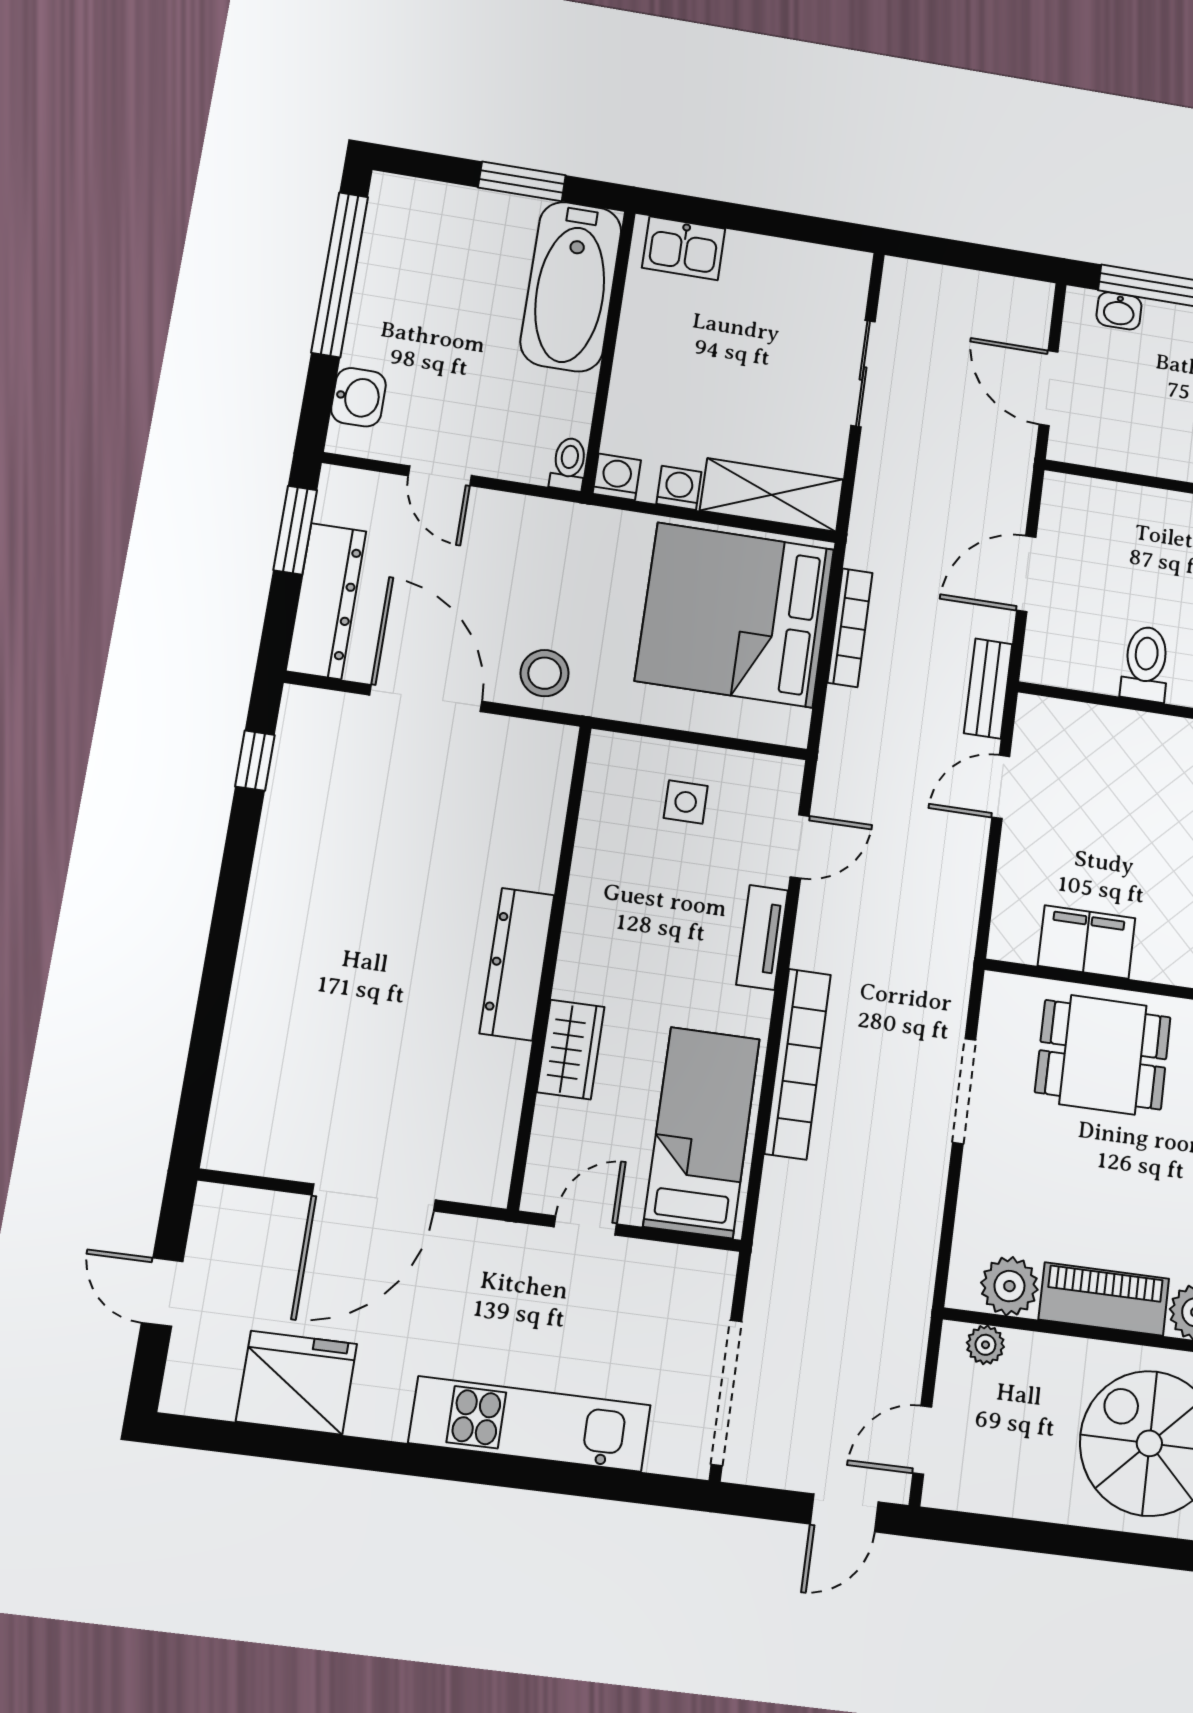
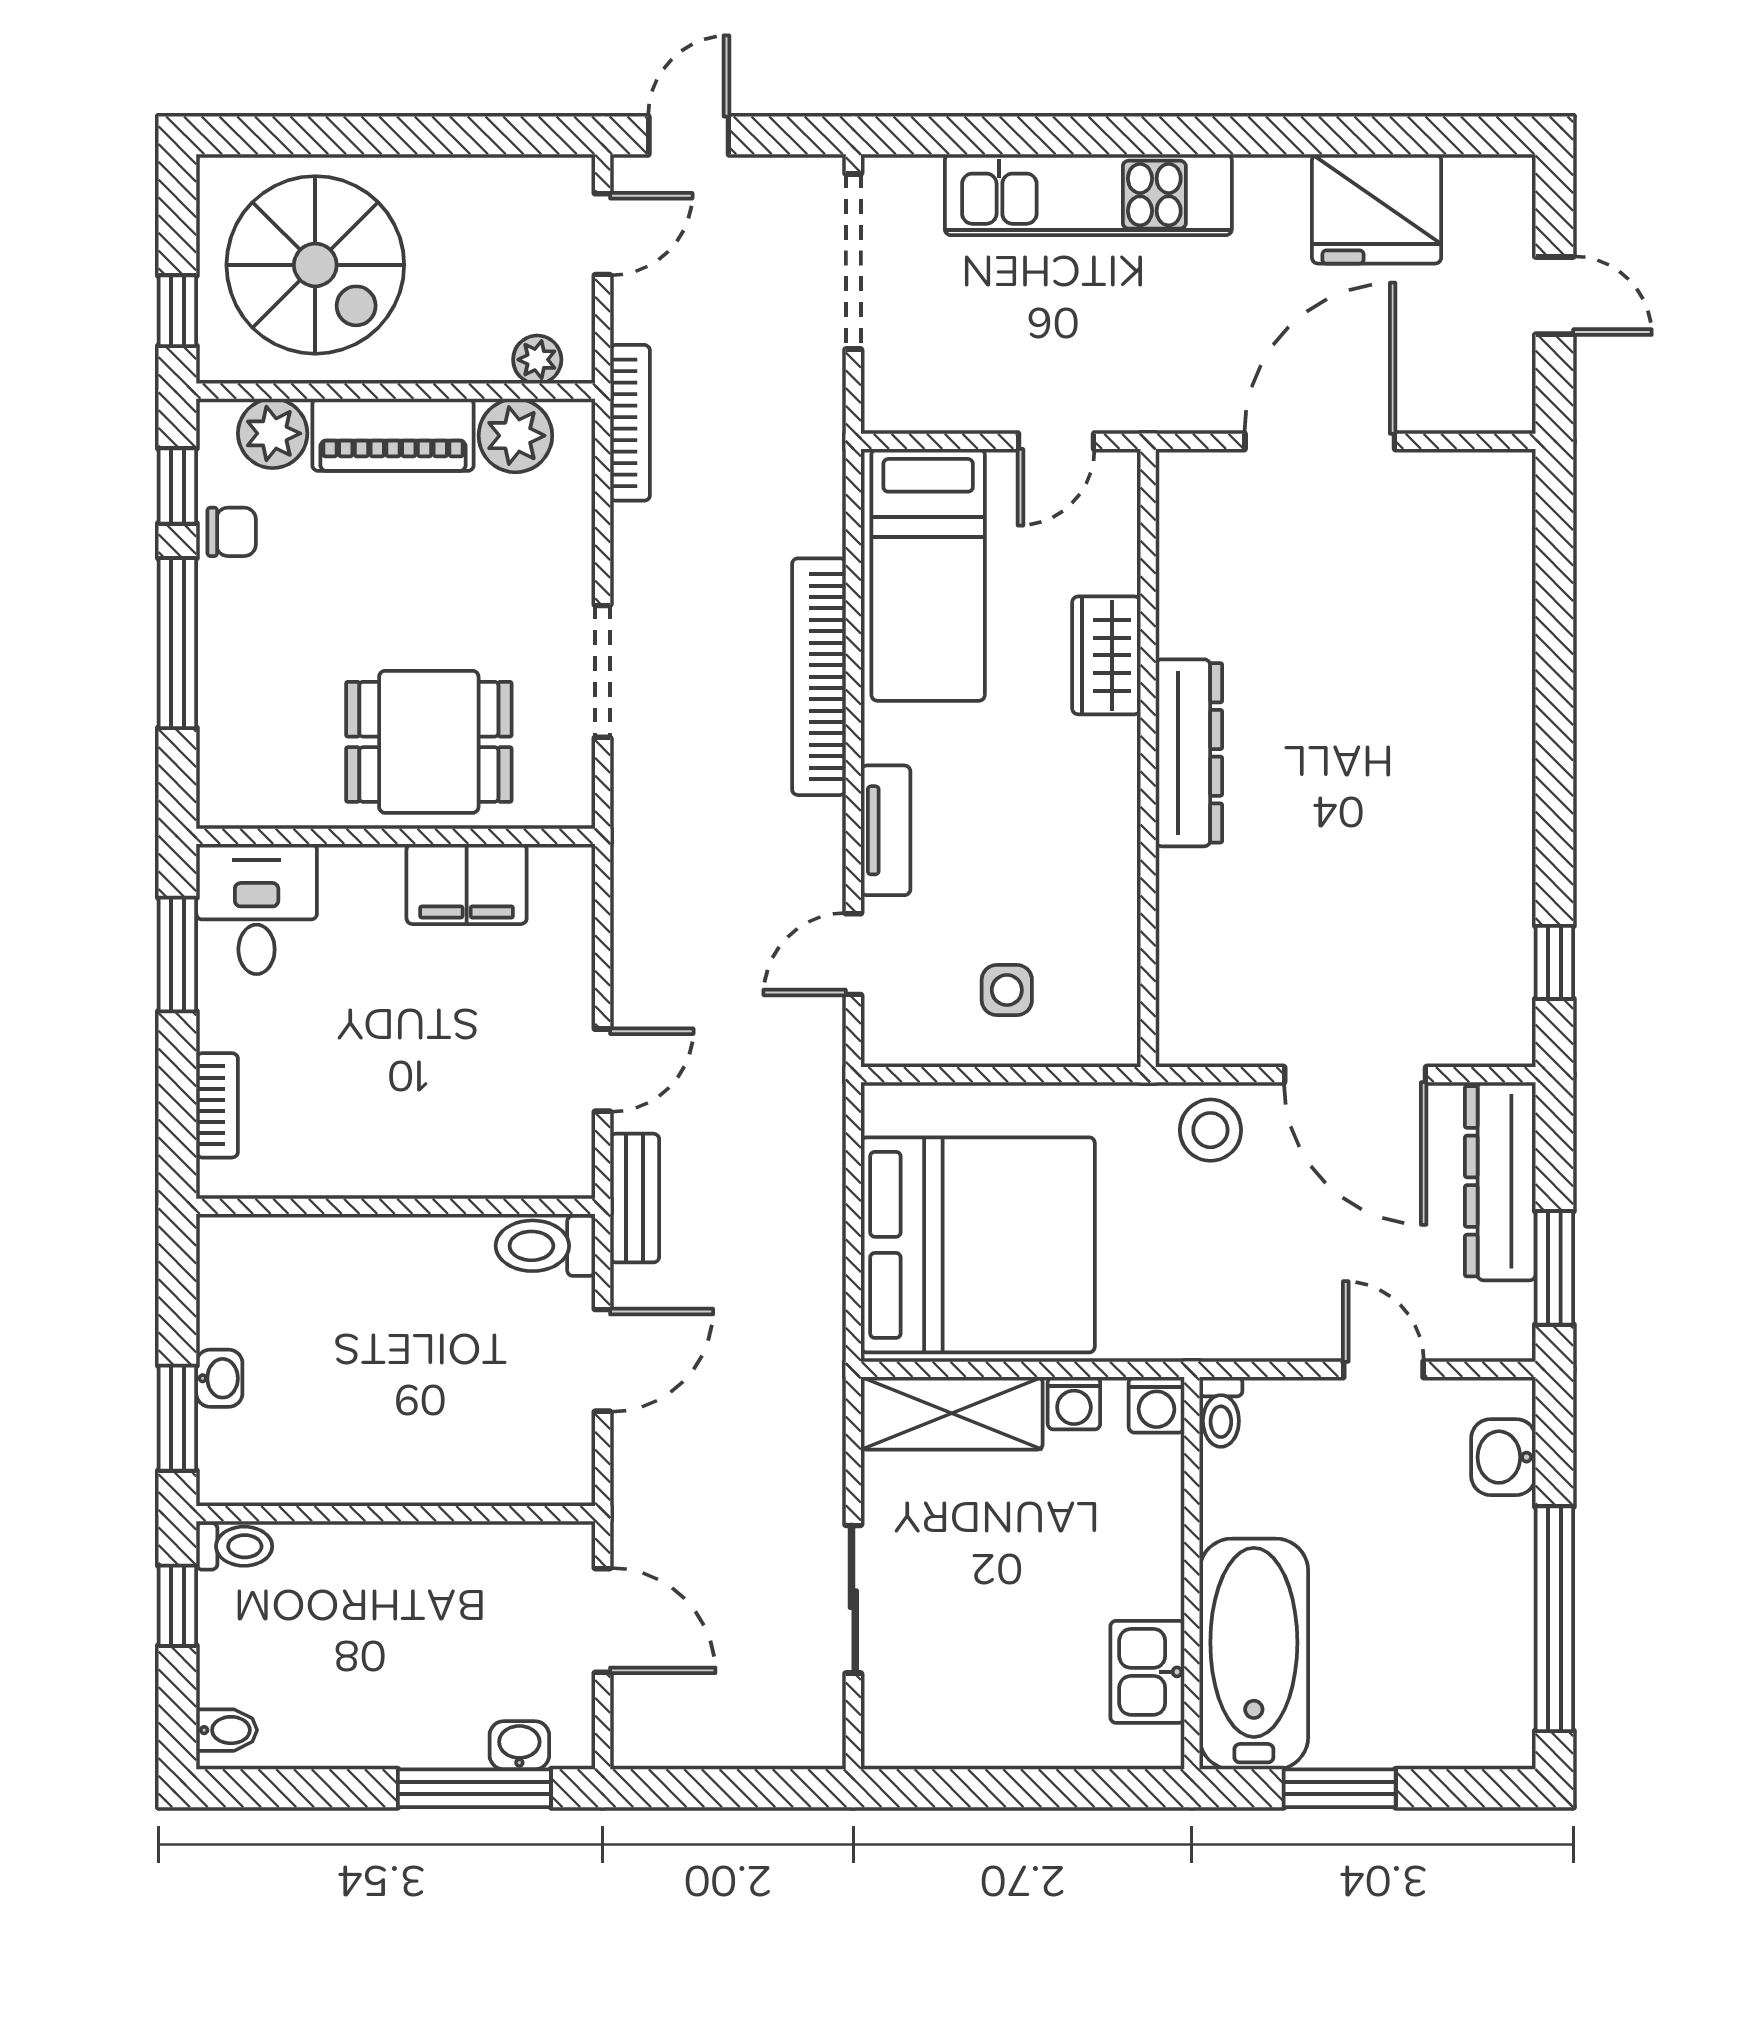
kitchen sink: (684, 248) -> (1147, 1672), moved, turned -90
bookcase: (850, 628) -> (630, 423), moved, turned 180
toilet: (1146, 664) -> (545, 1246), moved, turned 90

